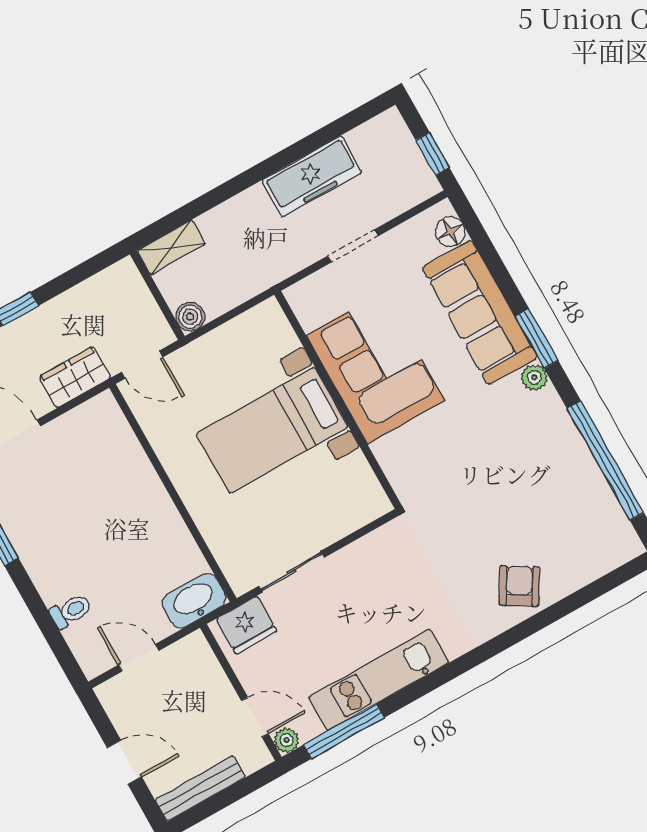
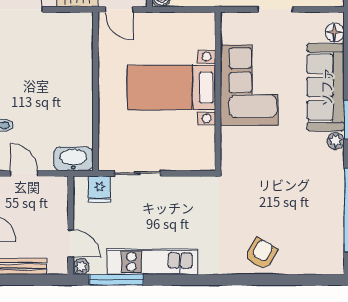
fridge: (246, 625) -> (99, 189), width x0.72

